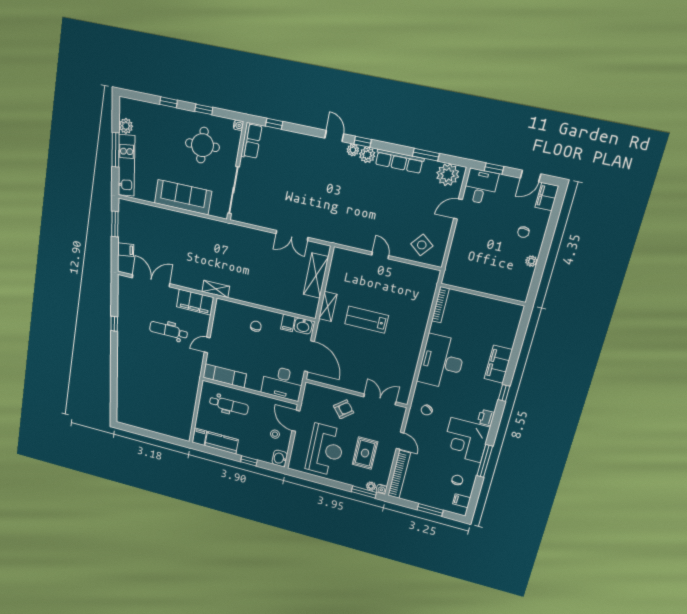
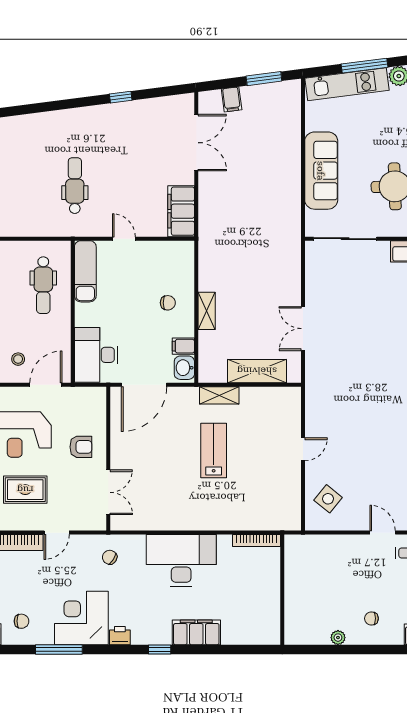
shelving: (216, 289) -> (207, 311), moved
dental chair: (169, 331) -> (75, 186), moved
armchair: (344, 409) -> (81, 447), turned -50

